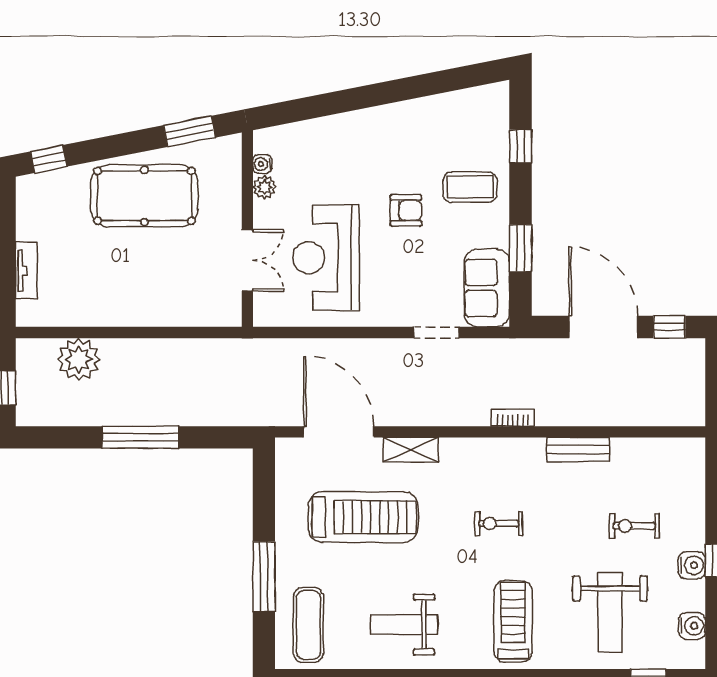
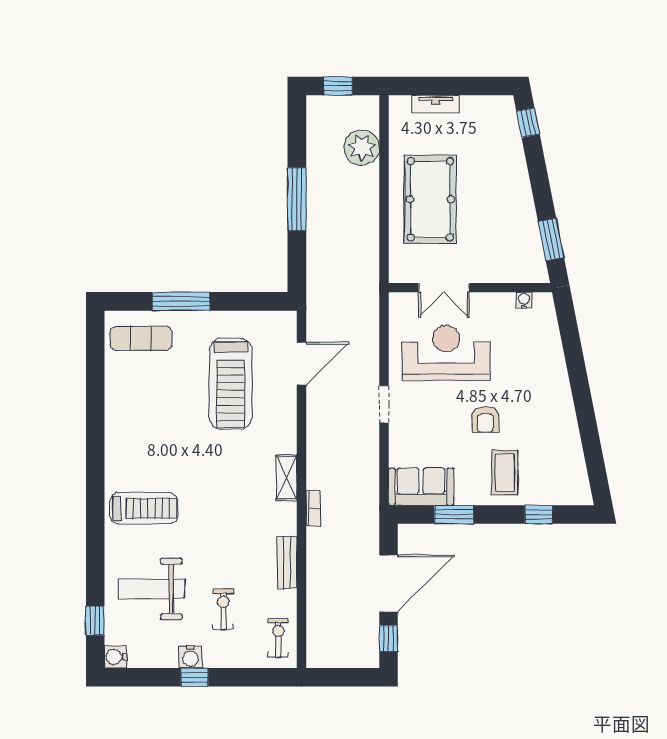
plant: (264, 187) -> (505, 302), removed
pool table: (144, 196) -> (430, 199), moved
doorway: (436, 332) -> (384, 404), moved
door: (339, 432) -> (301, 364), width x0.73
shelving: (411, 450) -> (287, 478), moved
exercise bike: (499, 524) -> (278, 638), moved
weight bench: (404, 624) -> (141, 418), removed
water cooler: (692, 626) -> (116, 657), moved, turned 90

